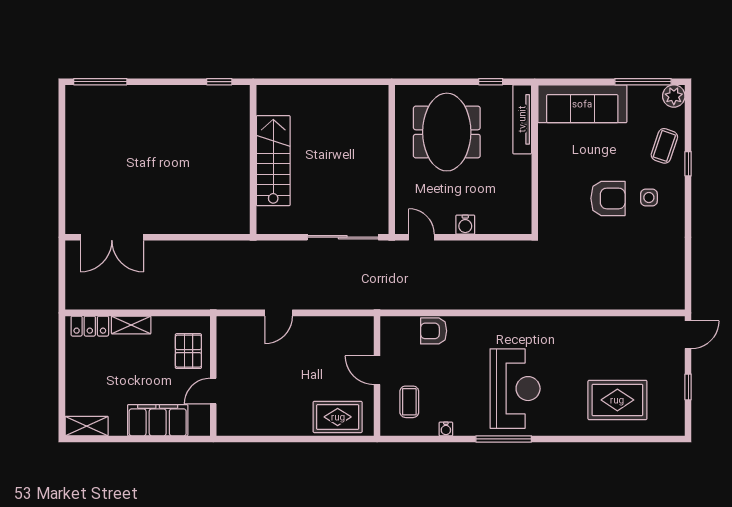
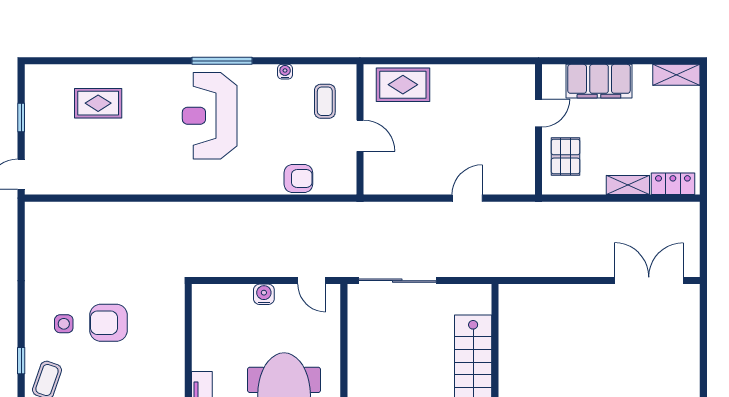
rug: (617, 400) -> (98, 103), width x0.73, depth x0.70

